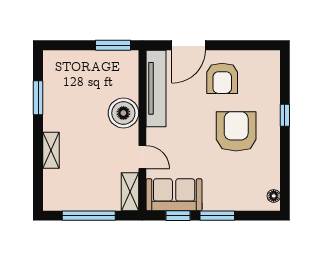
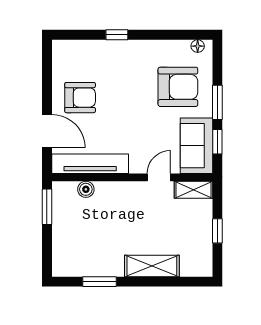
boiler: (123, 113) -> (86, 189), moved, width x0.54, depth x0.54
armchair: (236, 131) -> (178, 87), moved, turned 180
shelving: (51, 150) -> (152, 266), width x1.50, depth x1.33
window: (89, 216) -> (217, 231), width x0.46

